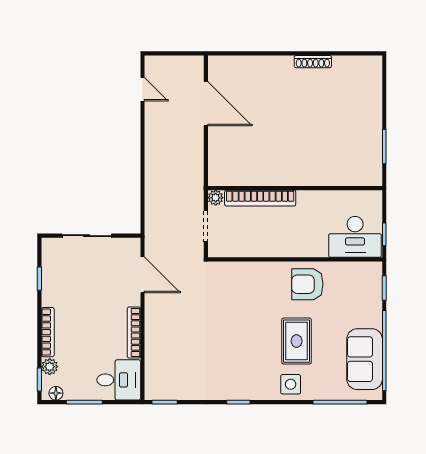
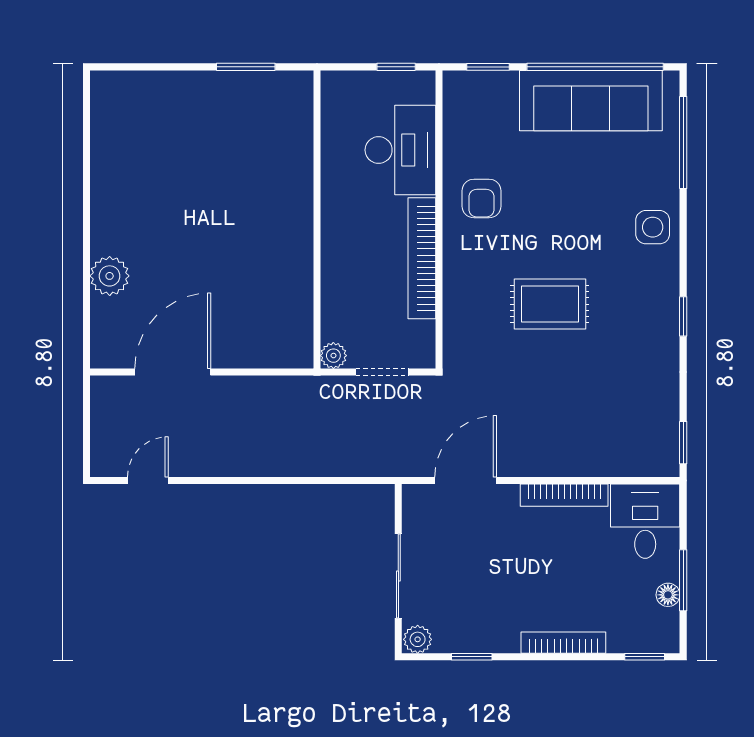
shoe rack: (313, 62) -> (101, 189), removed
plant: (262, 67) -> (110, 276), added
bookcase: (260, 198) -> (422, 258), moved, turned 180
desk: (355, 237) -> (400, 150), moved
armchair: (307, 284) -> (482, 198), width x0.72, depth x0.72
rug: (297, 341) -> (550, 304), moved
sofa: (365, 359) -> (591, 101), width x1.36
plant: (50, 367) -> (418, 639), moved
floor lamp: (56, 393) -> (668, 595), moved

